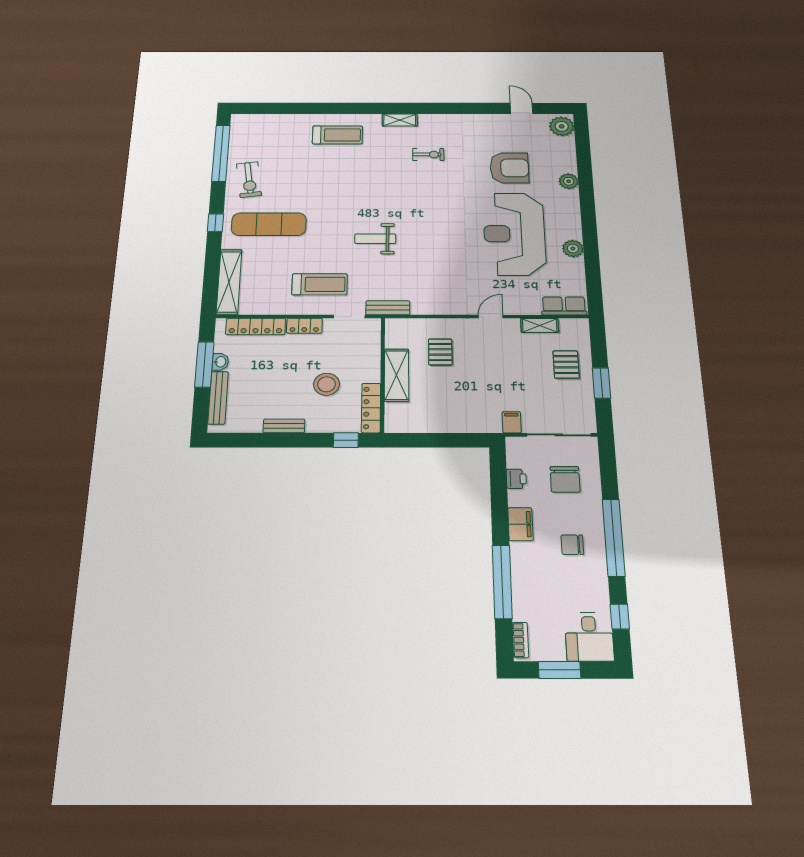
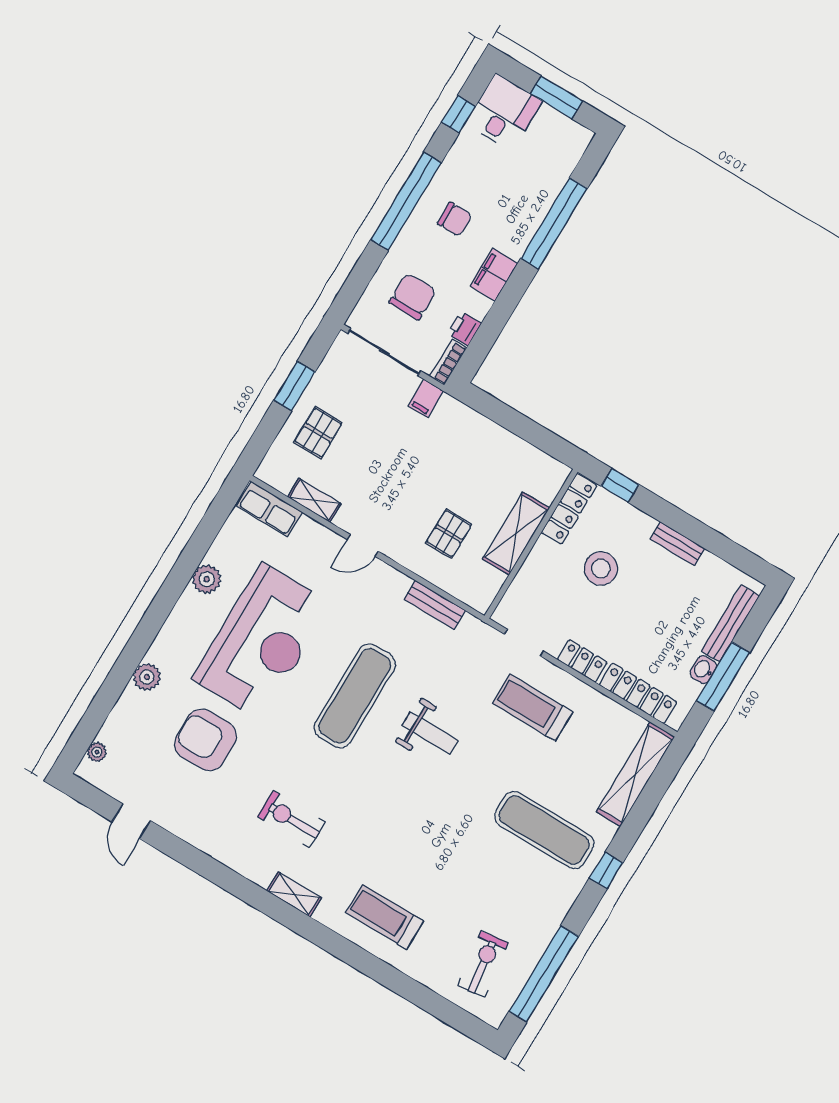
plant: (562, 126) -> (97, 752), width x0.53, depth x0.53
exercise bike: (428, 154) -> (291, 819), width x1.38, depth x1.39
exercise bike: (249, 180) -> (483, 964), moved
exercise mat: (436, 234) -> (355, 696), added
bench: (388, 308) -> (435, 605), moved
bookcase: (520, 640) -> (448, 362), moved

